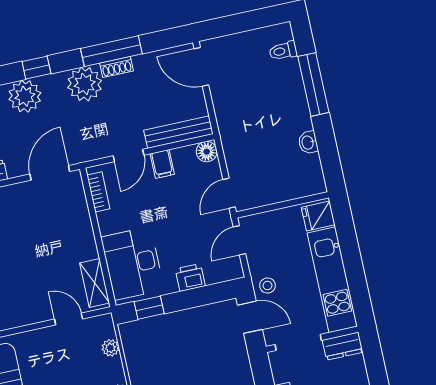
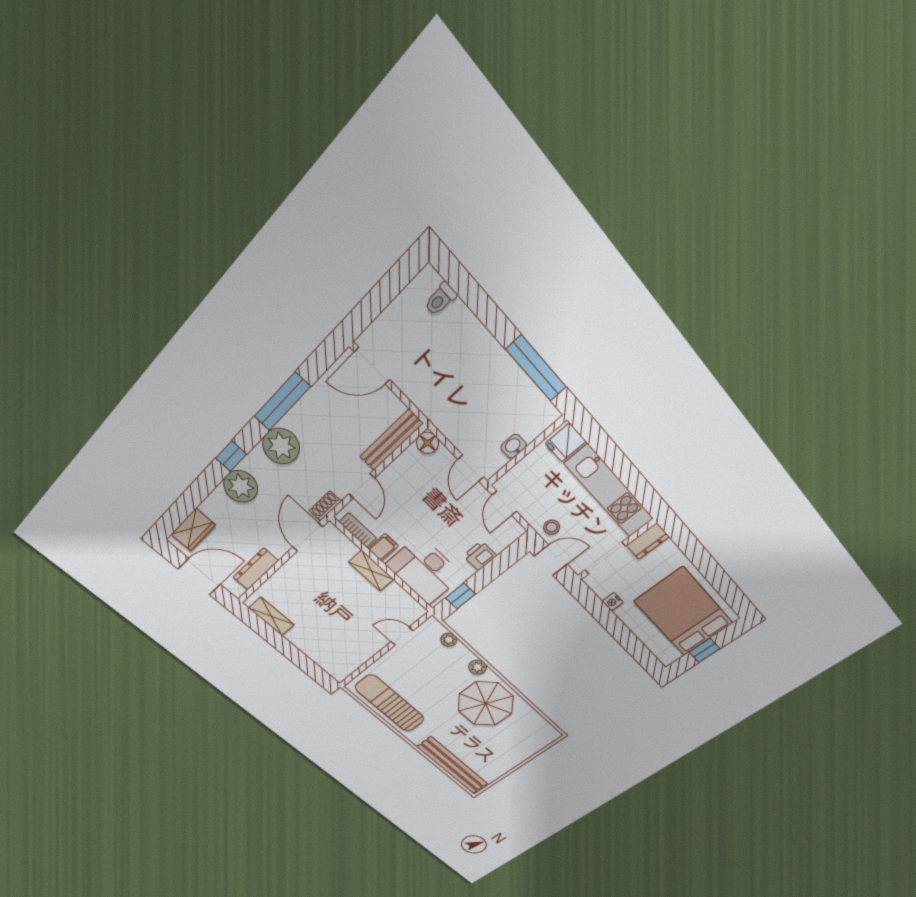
shoe rack: (116, 67) -> (325, 506), moved, turned 180
window: (313, 84) -> (536, 368), moved
washbasin: (308, 142) -> (514, 446), moved, turned 90
filing cabinet: (162, 164) -> (383, 547), moved, turned -90
shelving: (95, 283) -> (371, 571), moved

